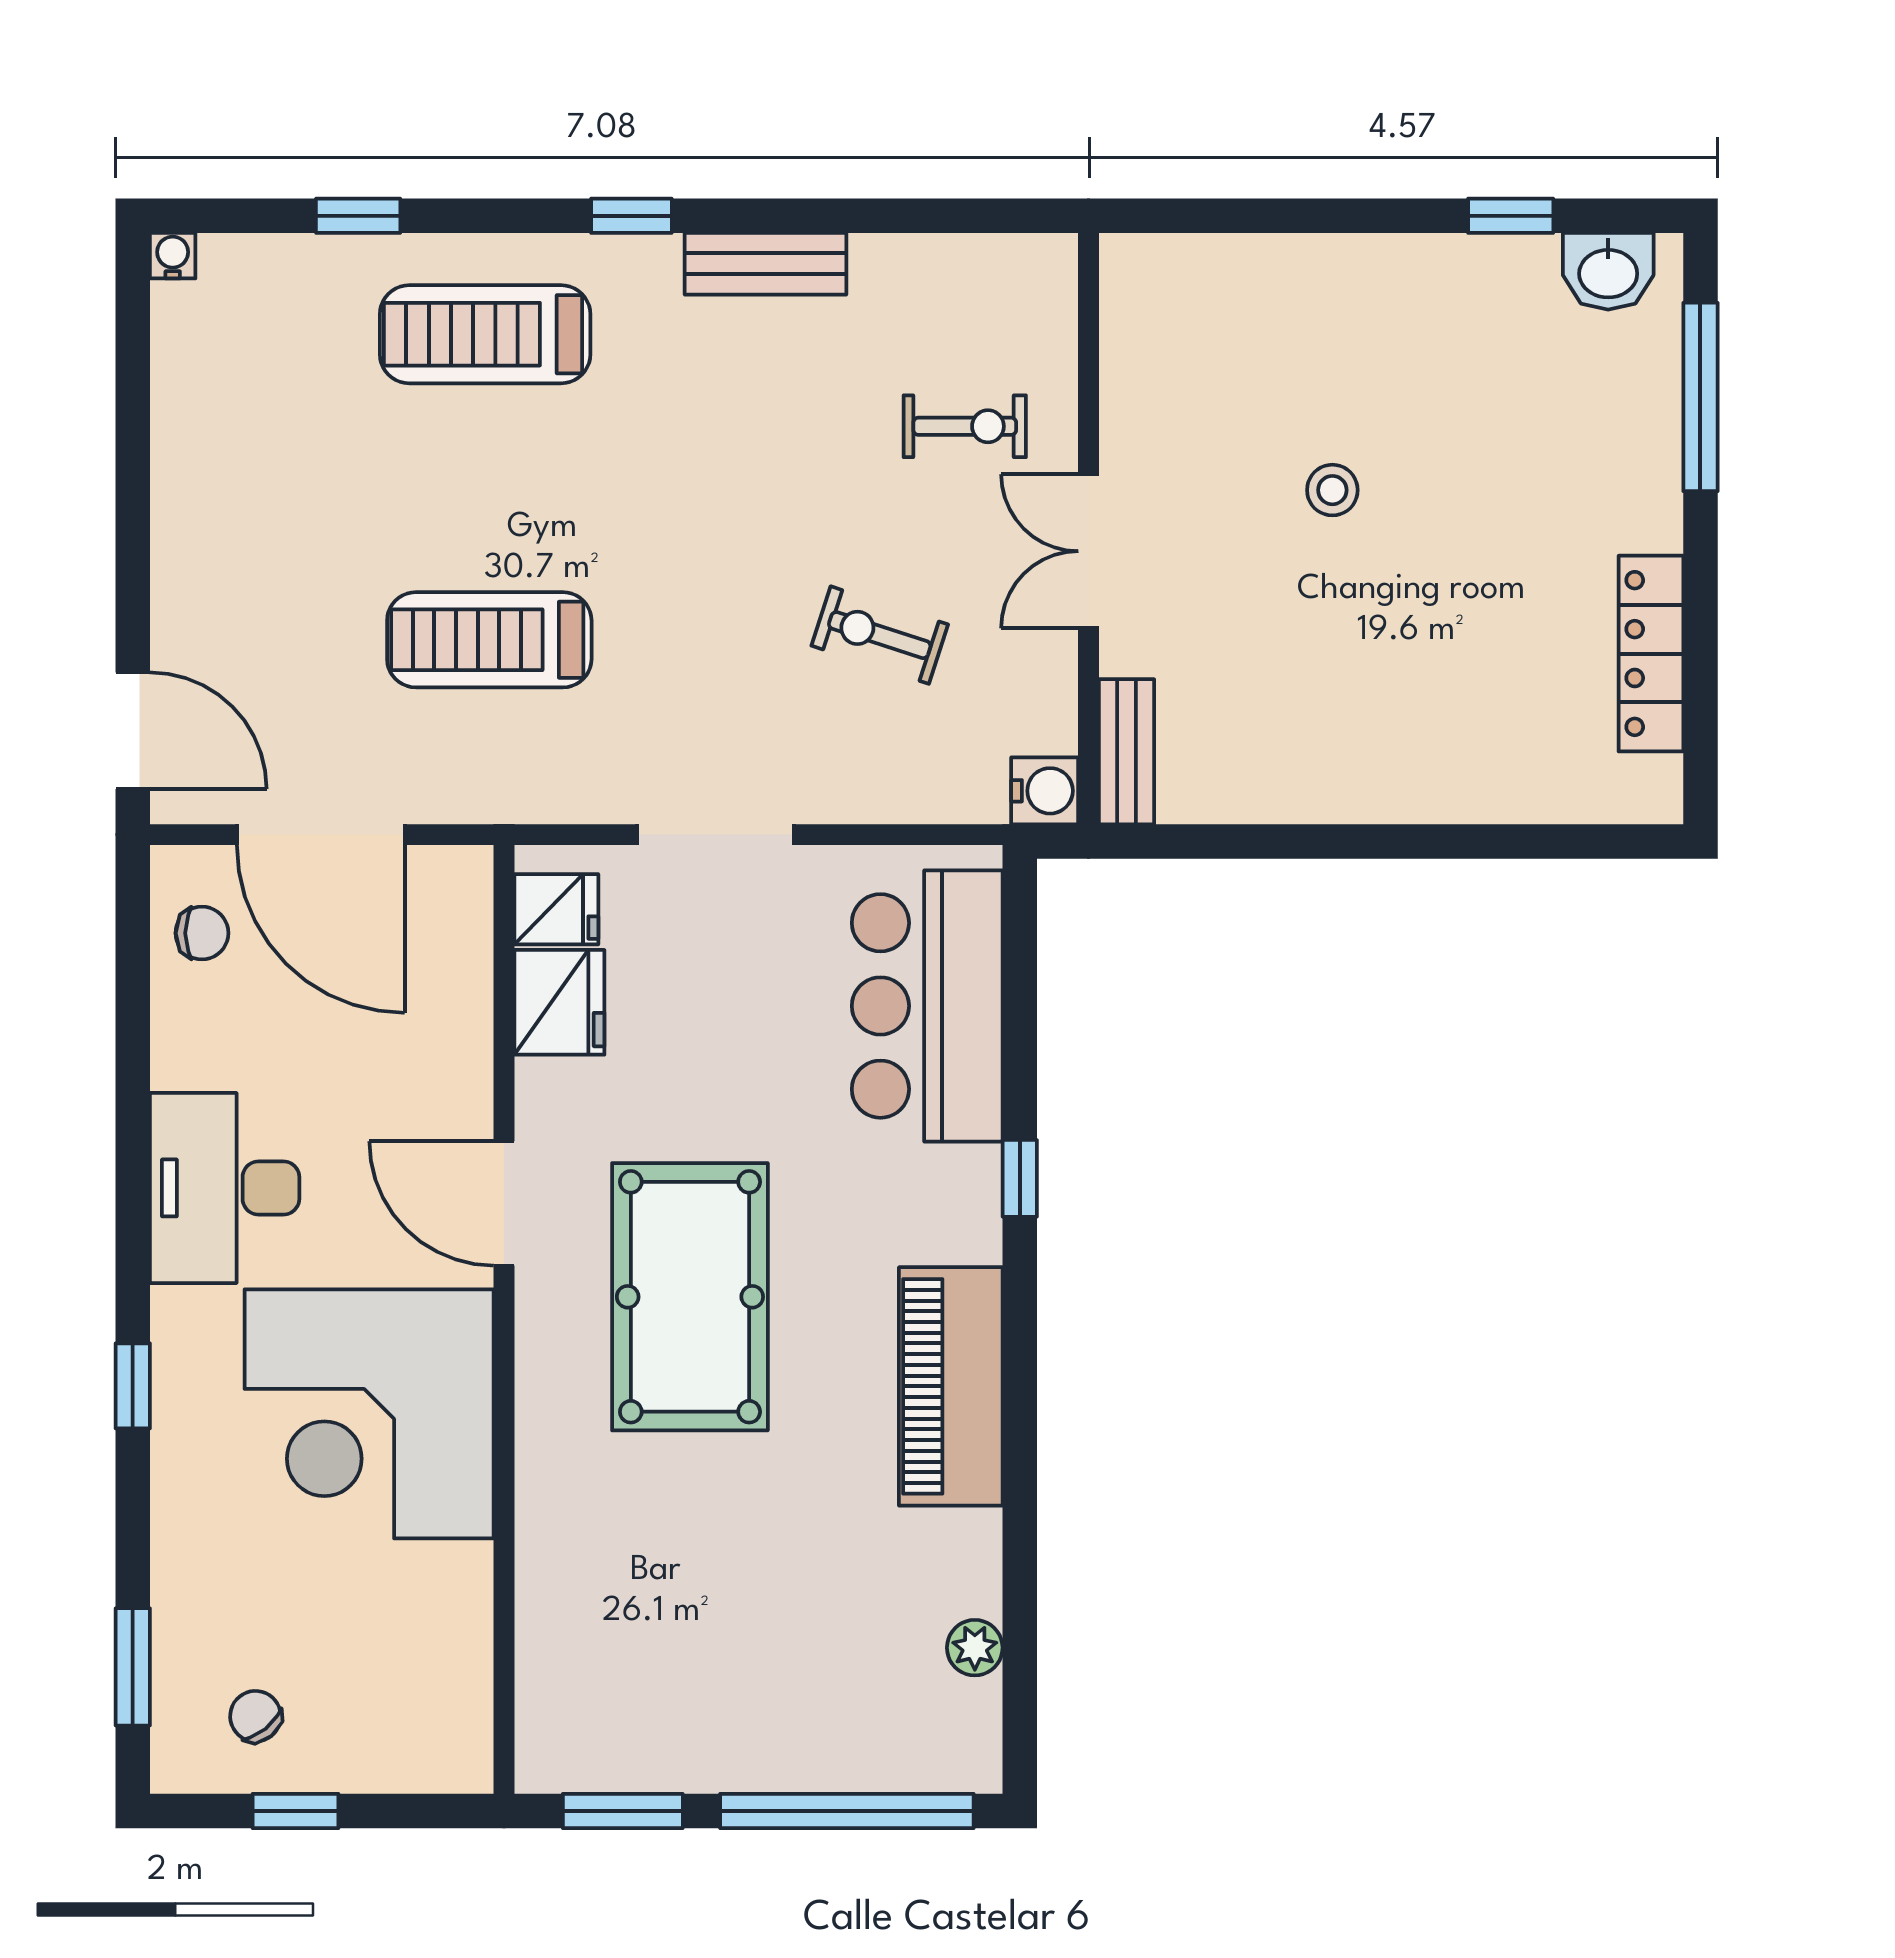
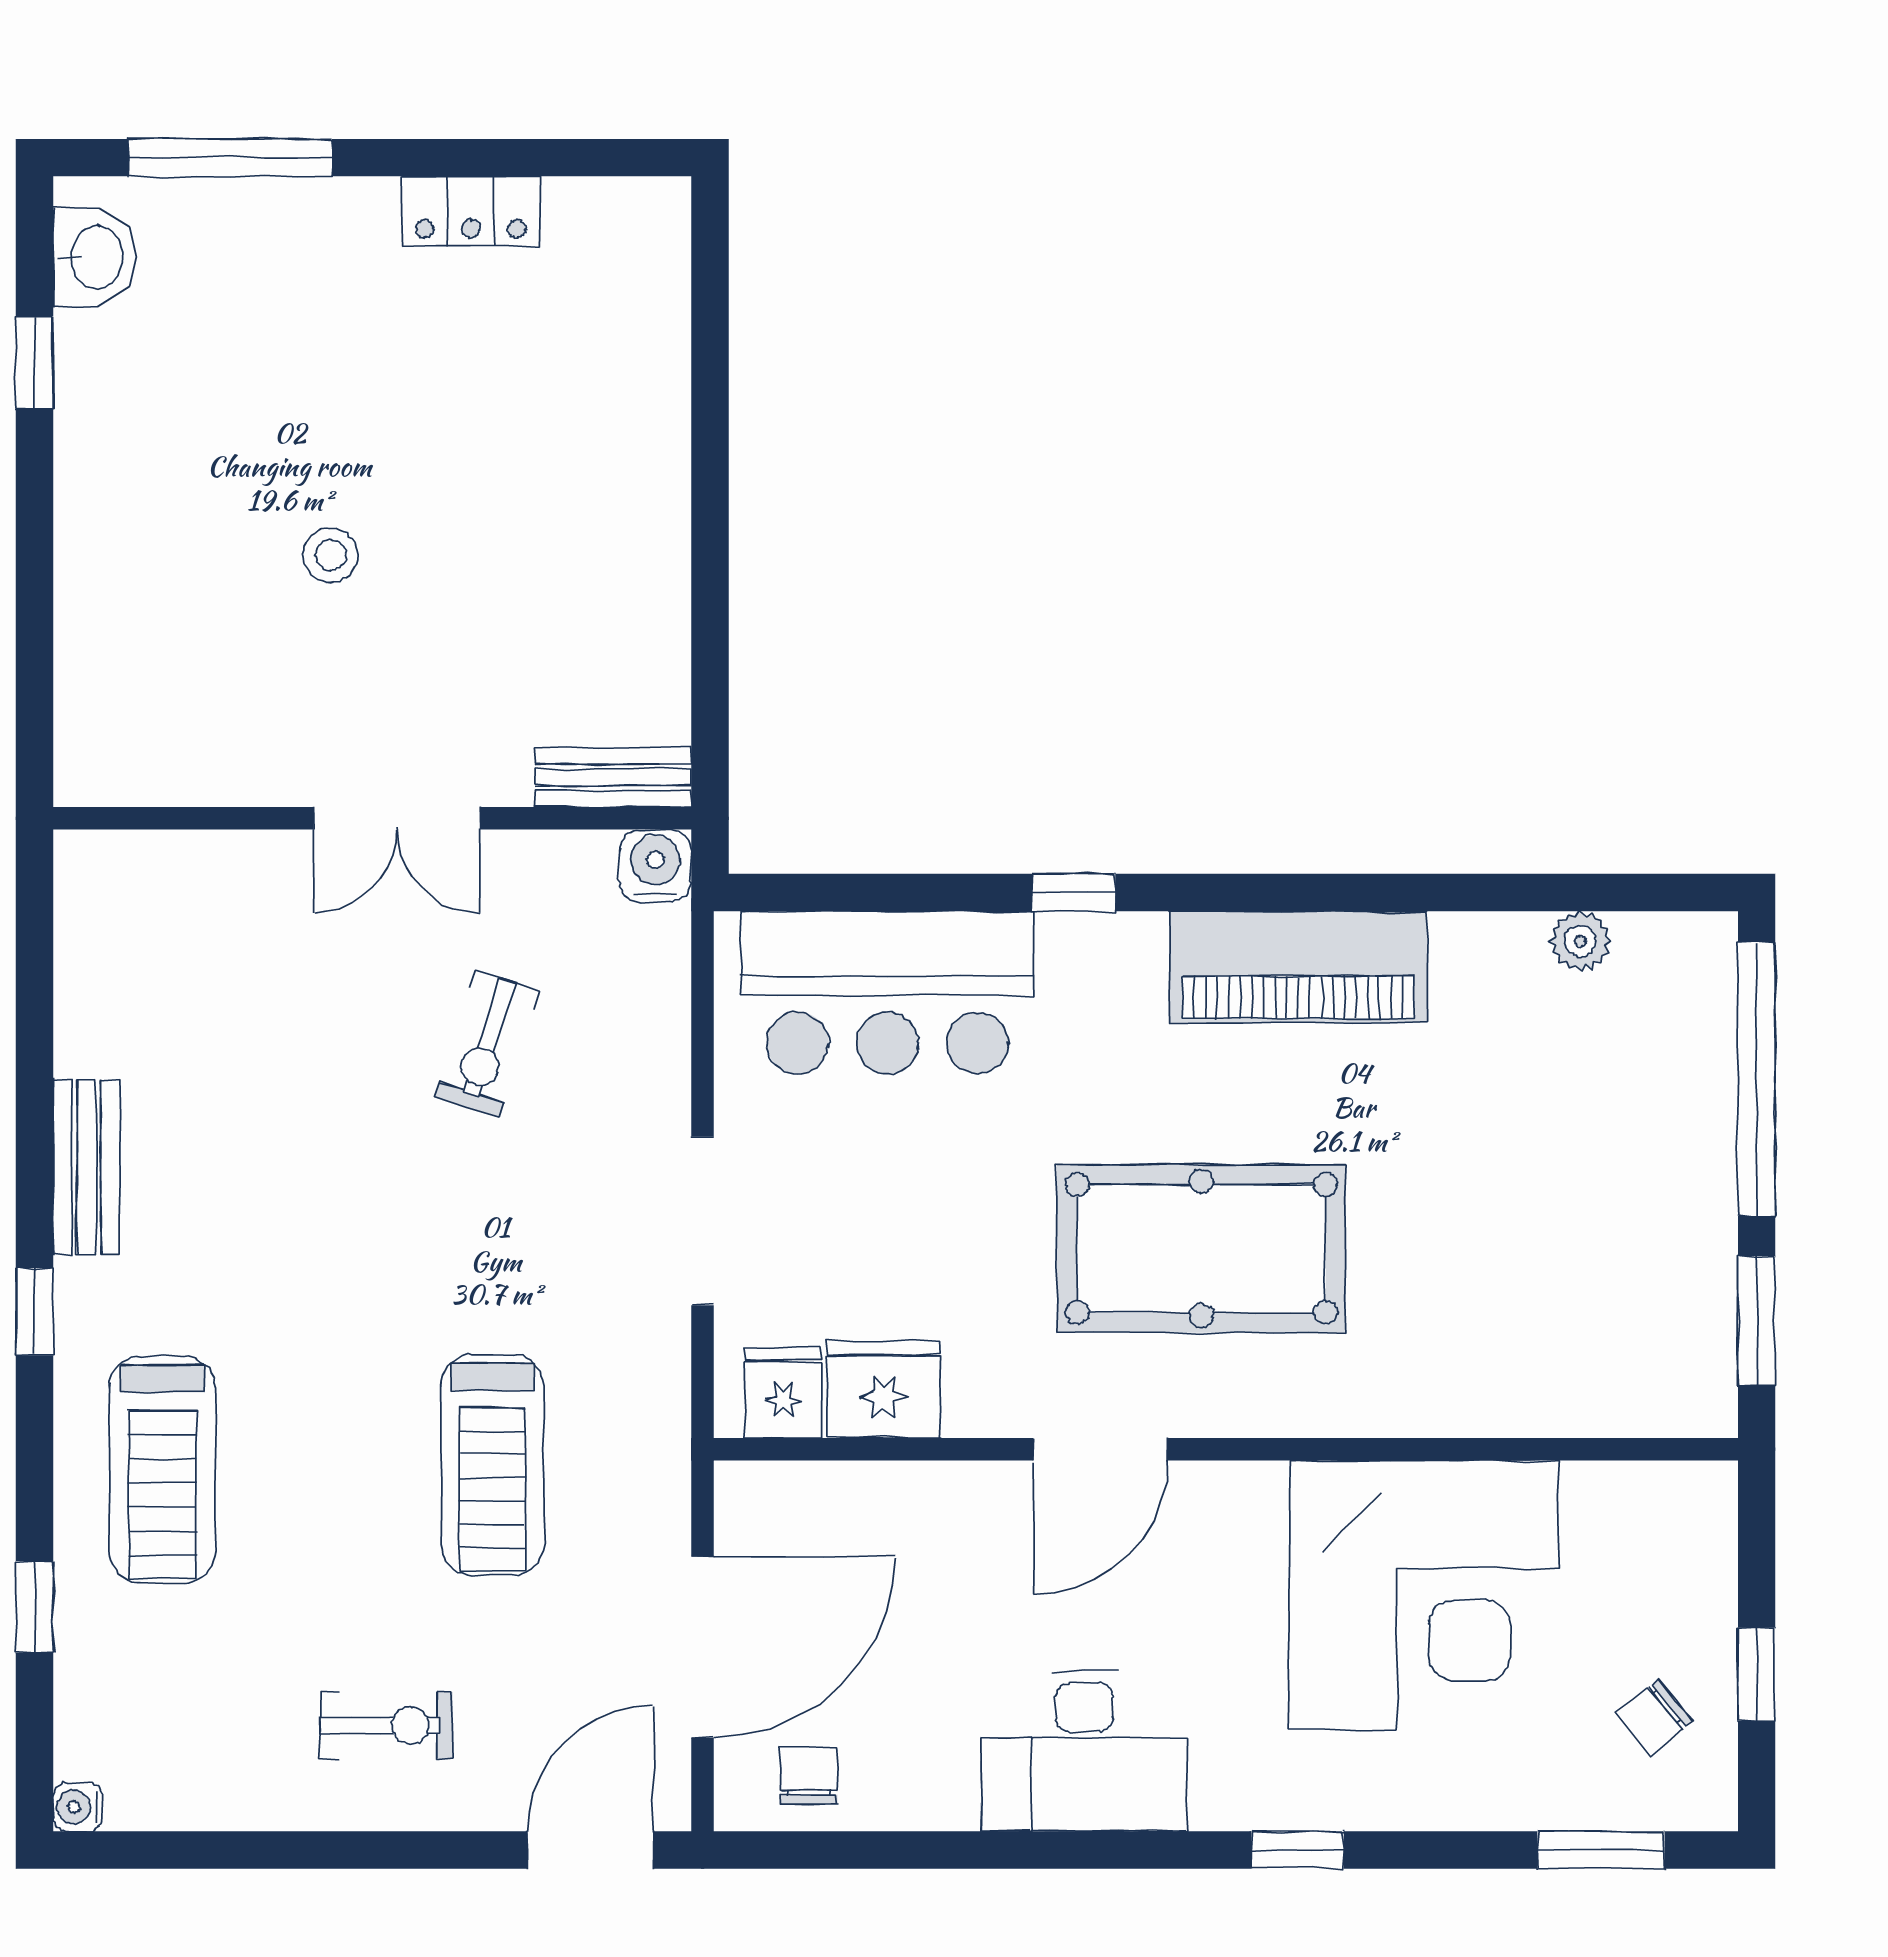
exercise bike: (965, 426) -> (387, 1725), moved, turned 90
locker: (1651, 654) -> (471, 211), width x0.66
corner desk: (369, 1414) -> (1424, 1595), moved

